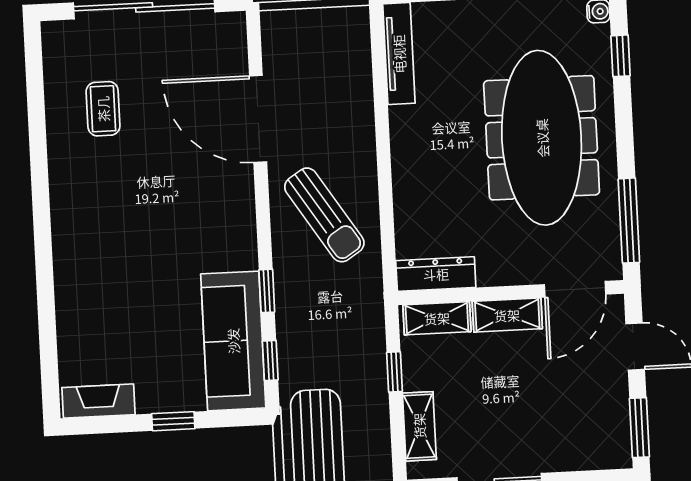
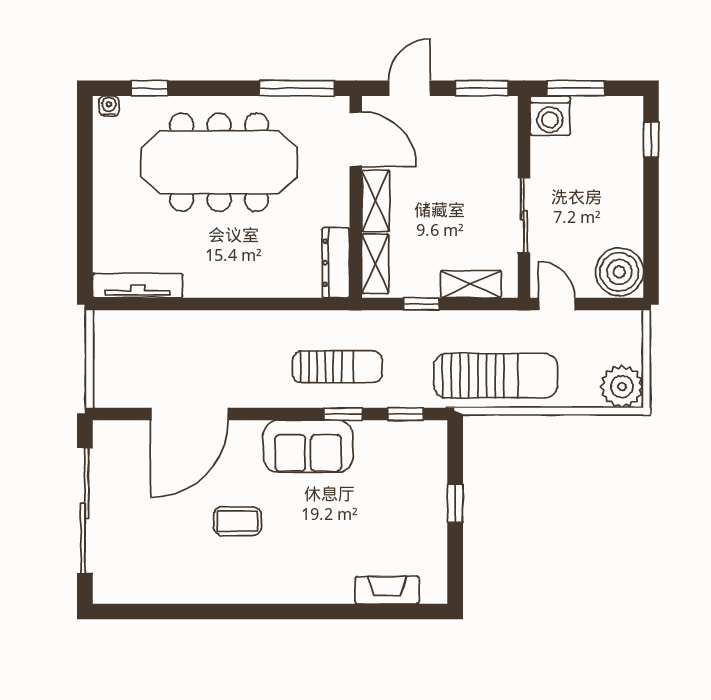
coffee table: (103, 109) -> (237, 521), moved
sun lounger: (324, 215) -> (337, 367), moved, turned 33
sofa: (233, 341) -> (308, 446), moved, width x0.73
fireplace: (99, 401) -> (387, 590), moved, turned 90

